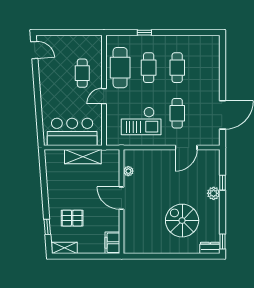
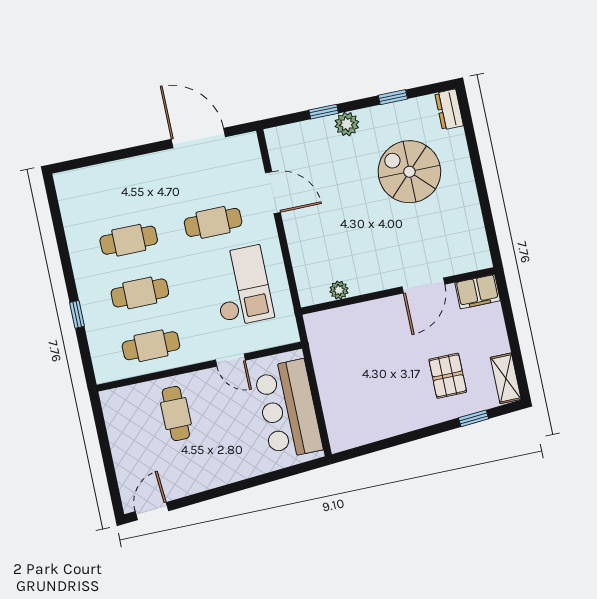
cafe table: (120, 68) -> (151, 346), width x0.73, depth x0.74
cafe table: (82, 73) -> (176, 414), turned 90
door: (104, 96) -> (230, 360), moved
shelving: (83, 157) -> (330, 380), removed
door: (122, 198) -> (423, 286), moved
spiral stairs: (182, 221) -> (409, 172), turned 90
window: (223, 241) -> (393, 97), moved

